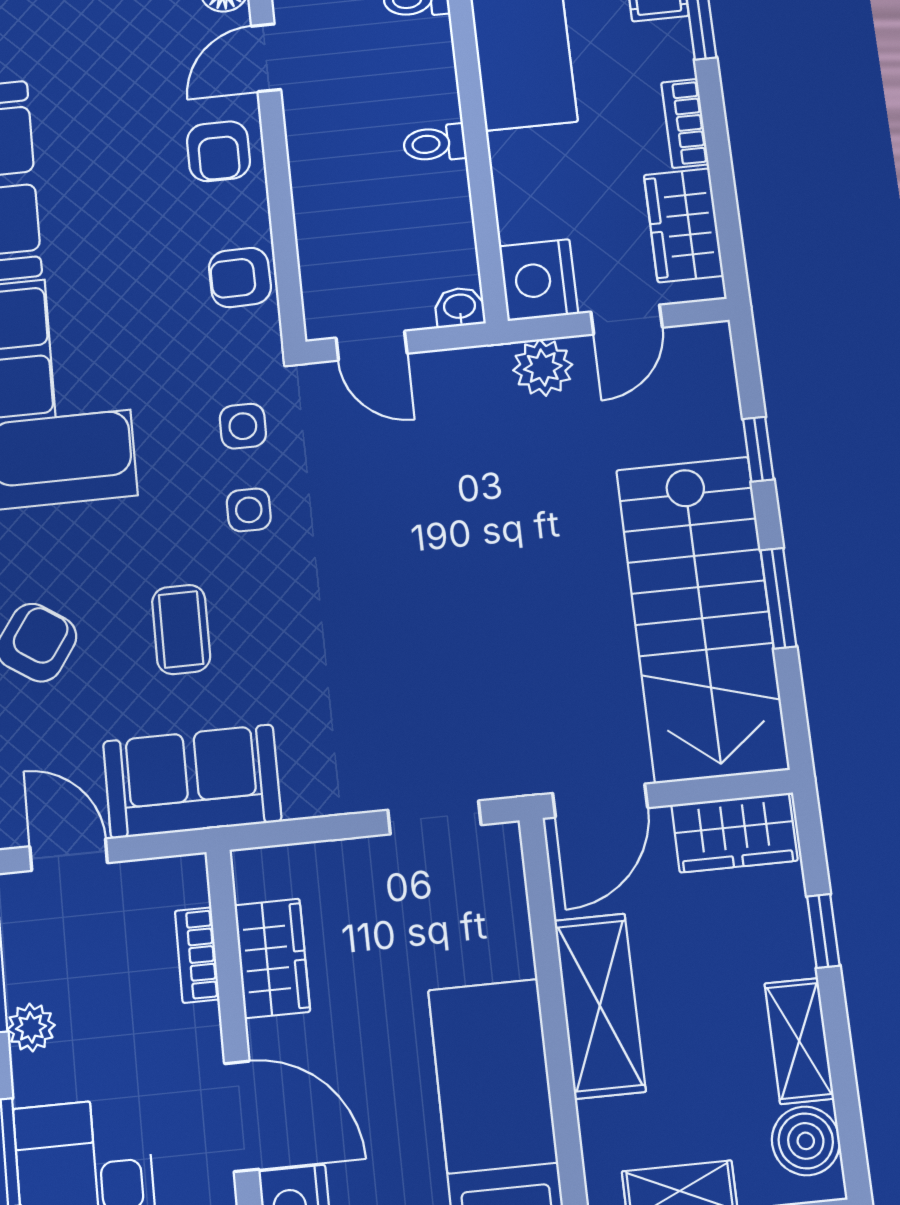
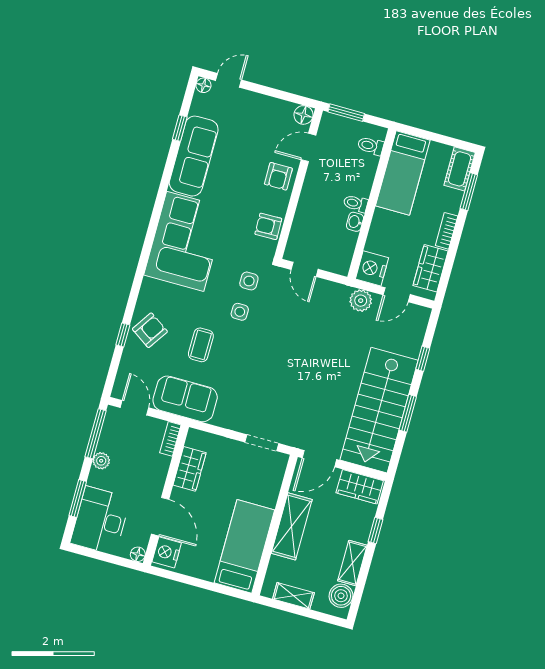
washbasin: (460, 307) -> (355, 222), moved, turned -90
bookcase: (197, 955) -> (170, 439), moved

